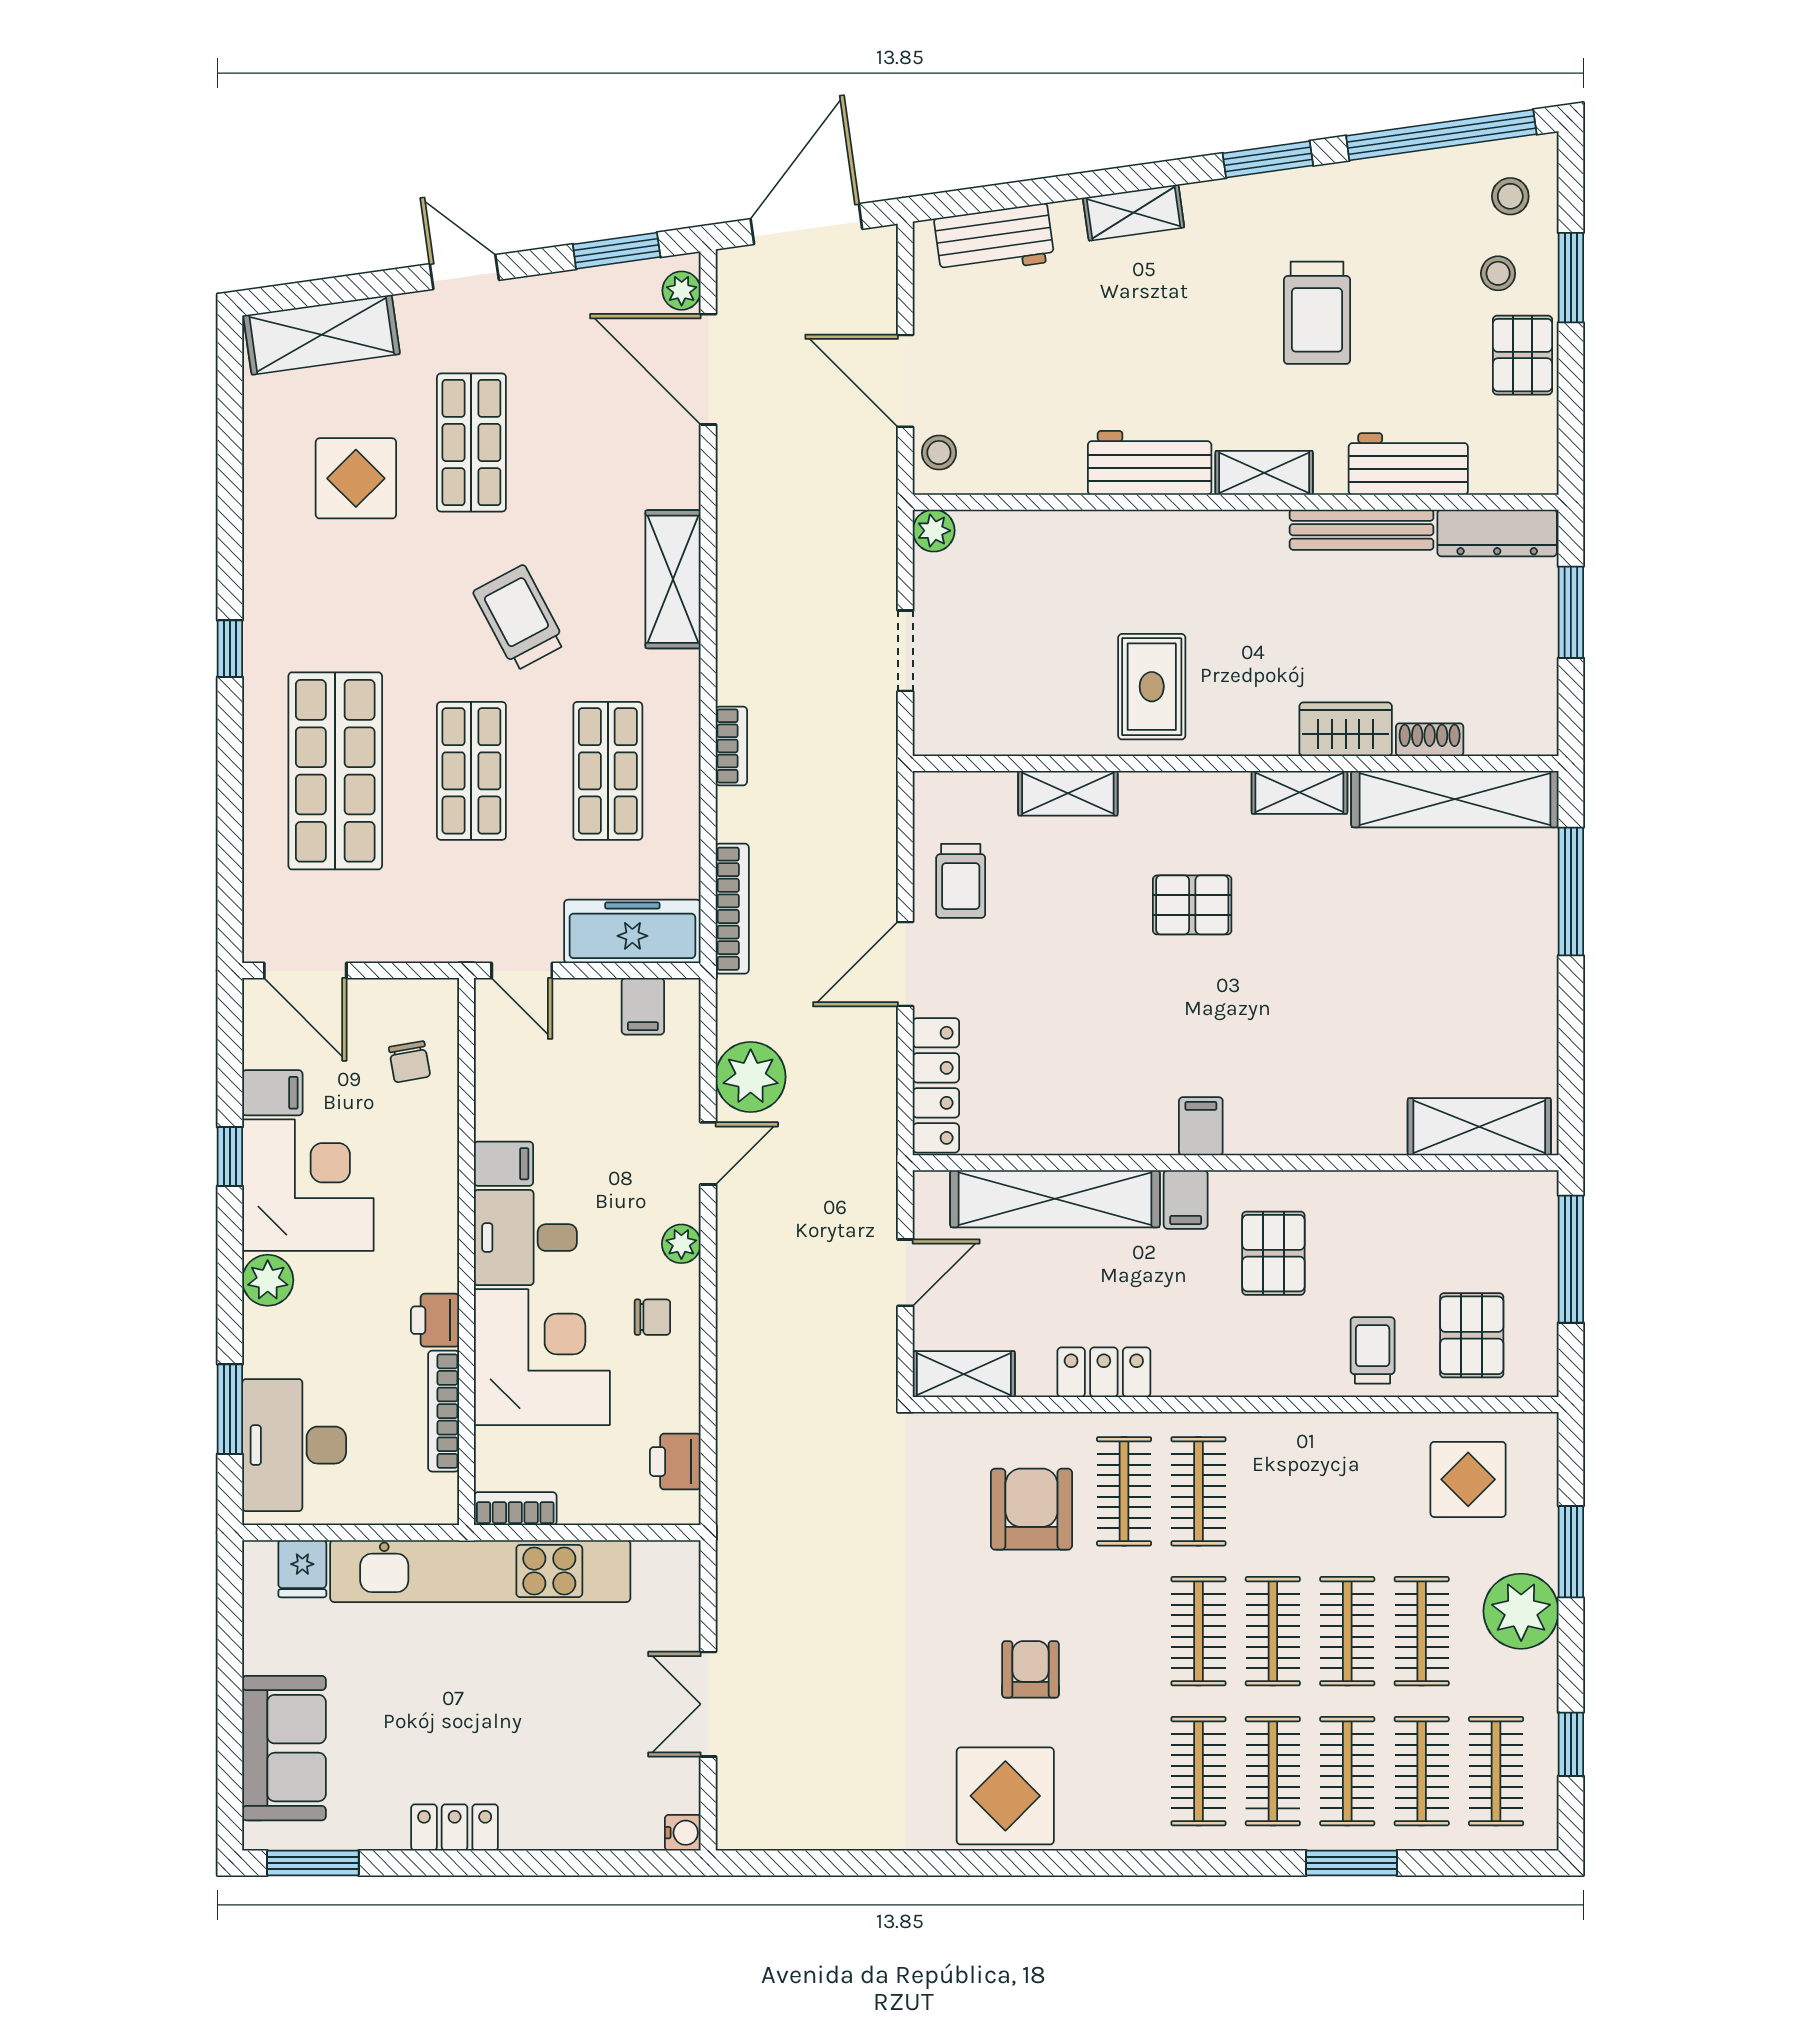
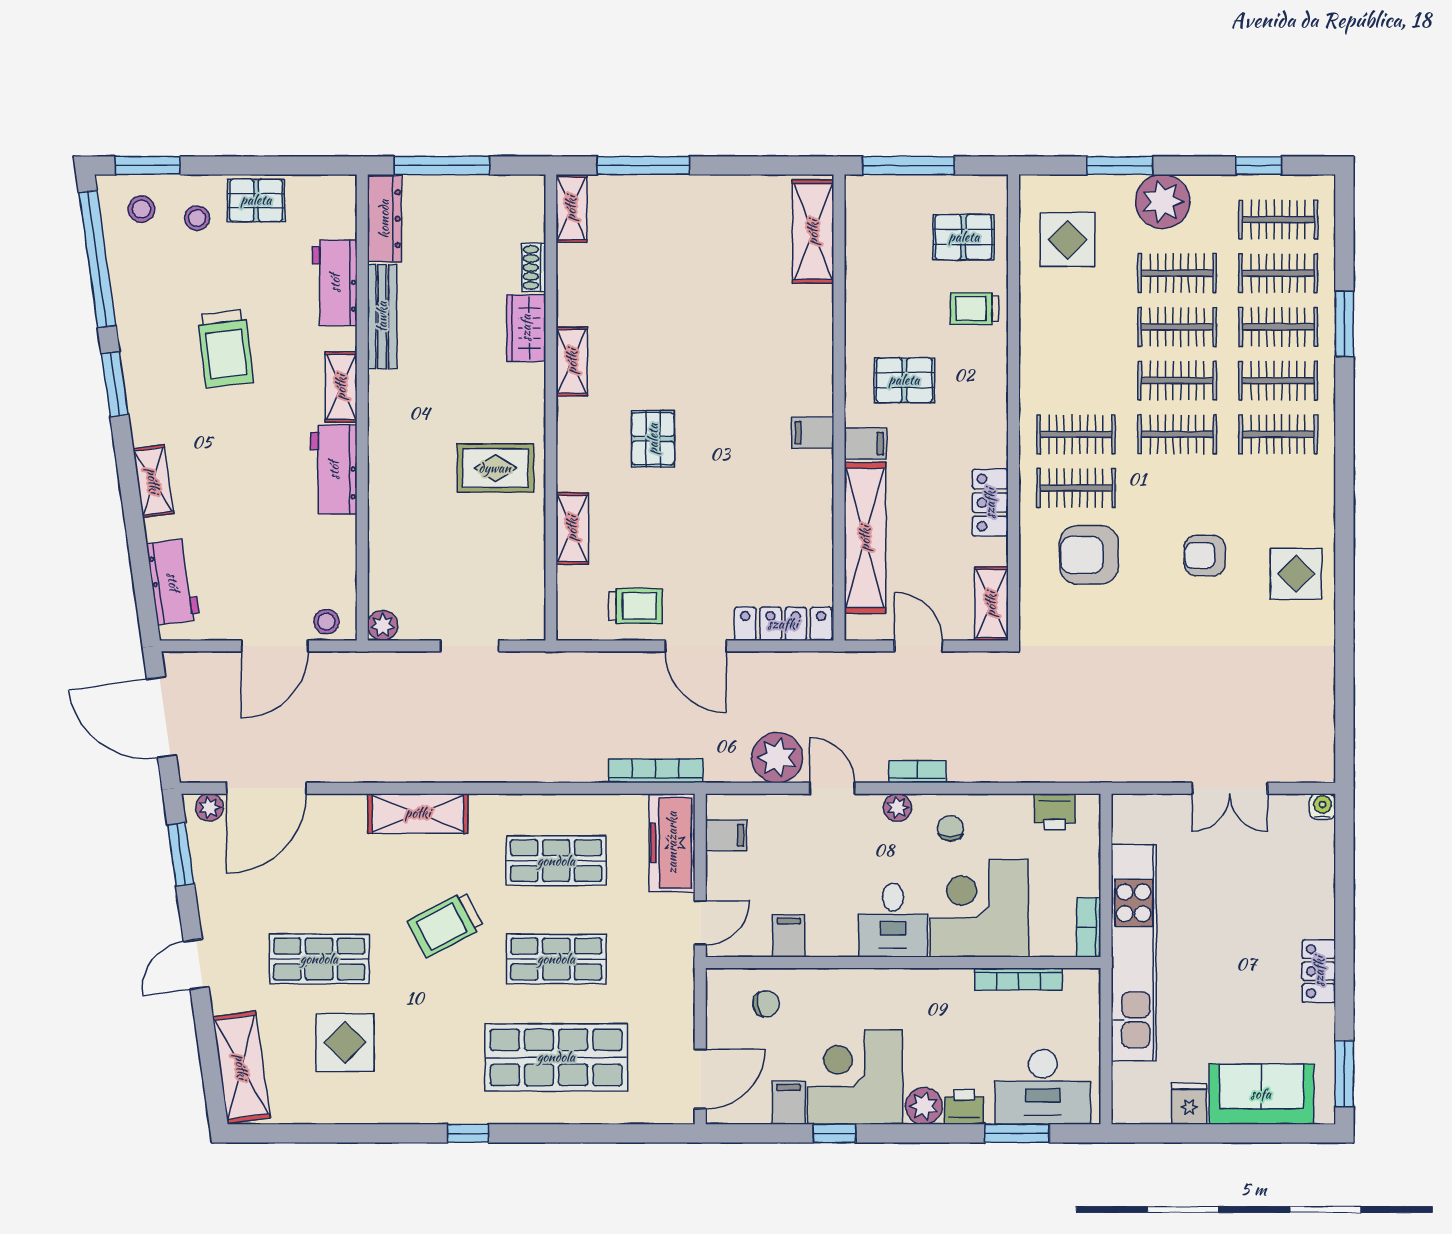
window: (1571, 278) -> (148, 165), moved
trolley: (1317, 313) -> (226, 349), turned 83
window: (1571, 612) -> (442, 165), width x1.44
bookcase: (731, 746) -> (918, 771), moved
shelving: (1455, 799) -> (571, 208), width x0.45, depth x0.75
filing cabinet: (503, 1164) -> (789, 936), moved
printer: (435, 1320) -> (964, 1107), moved, turned 180
fridge: (302, 1569) -> (1189, 1104), moved, turned -90
display table: (1005, 1796) -> (1296, 574), width x0.73, depth x0.73

